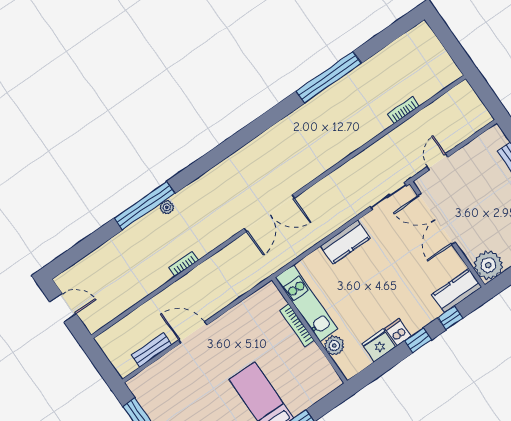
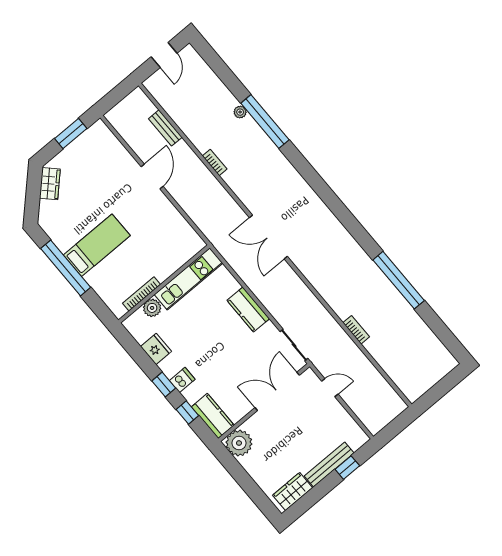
bookcase: (403, 110) -> (356, 330), moved
plant: (167, 207) -> (240, 112), moved
bookcase: (297, 325) -> (141, 294), moved
dishwasher: (398, 332) -> (182, 380), moved
bench: (152, 350) -> (165, 128), moved

